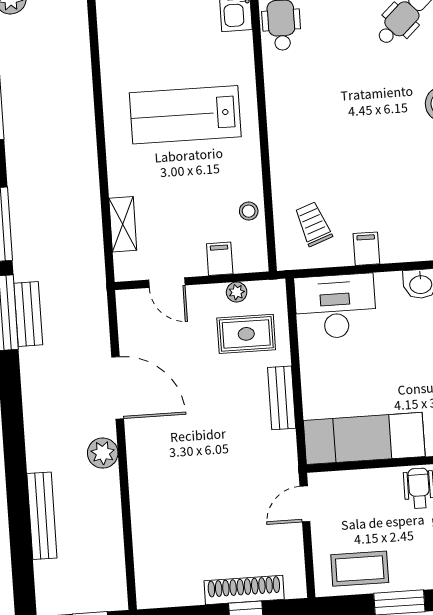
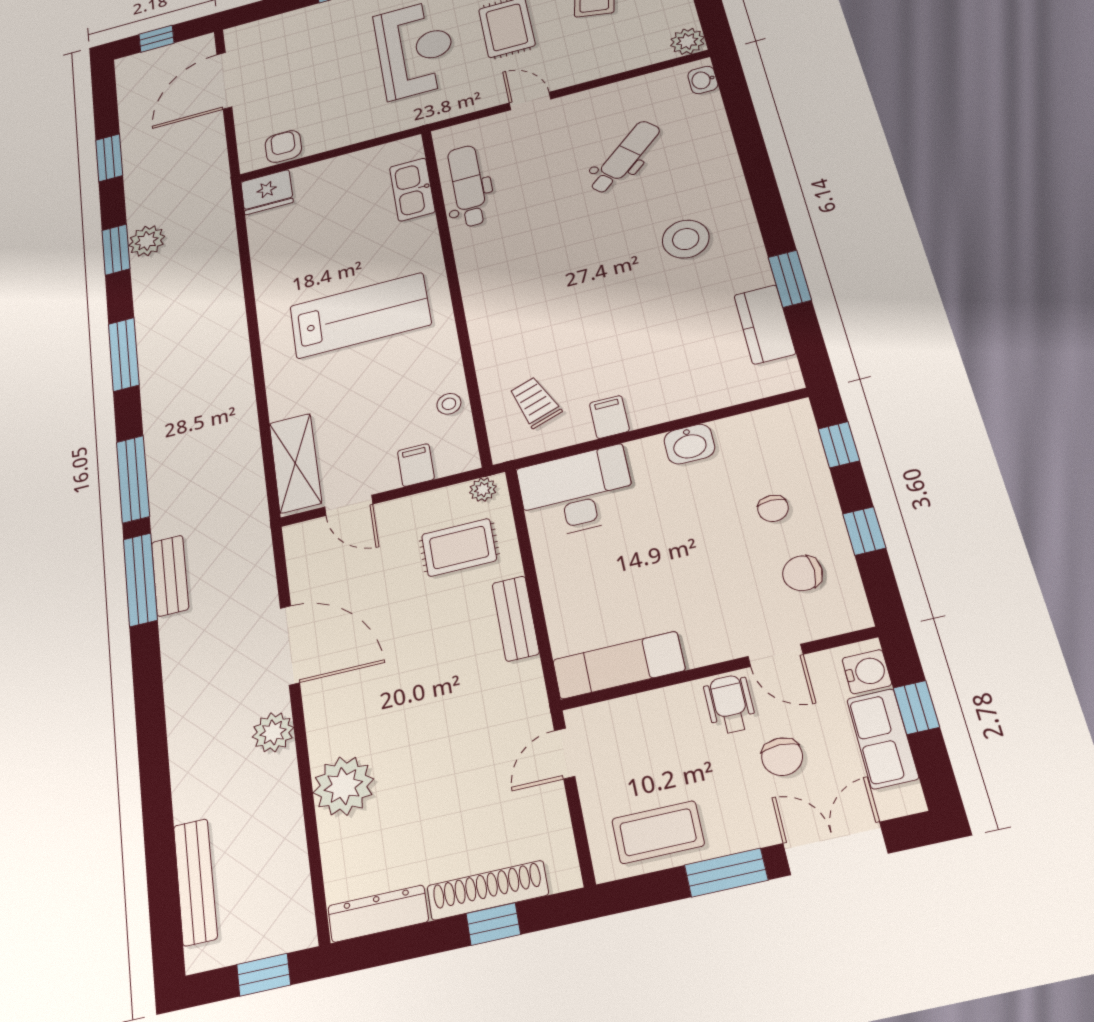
lab bench: (185, 115) -> (360, 315), turned 180
shelving: (123, 224) -> (295, 463), width x1.50, depth x1.33
plant: (237, 292) -> (483, 490), moved
exam couch: (364, 438) -> (619, 665), width x0.73, depth x0.69
plant: (151, 501) -> (343, 786), added
bench: (42, 516) -> (195, 882), moved
dresser: (170, 594) -> (378, 914), added

